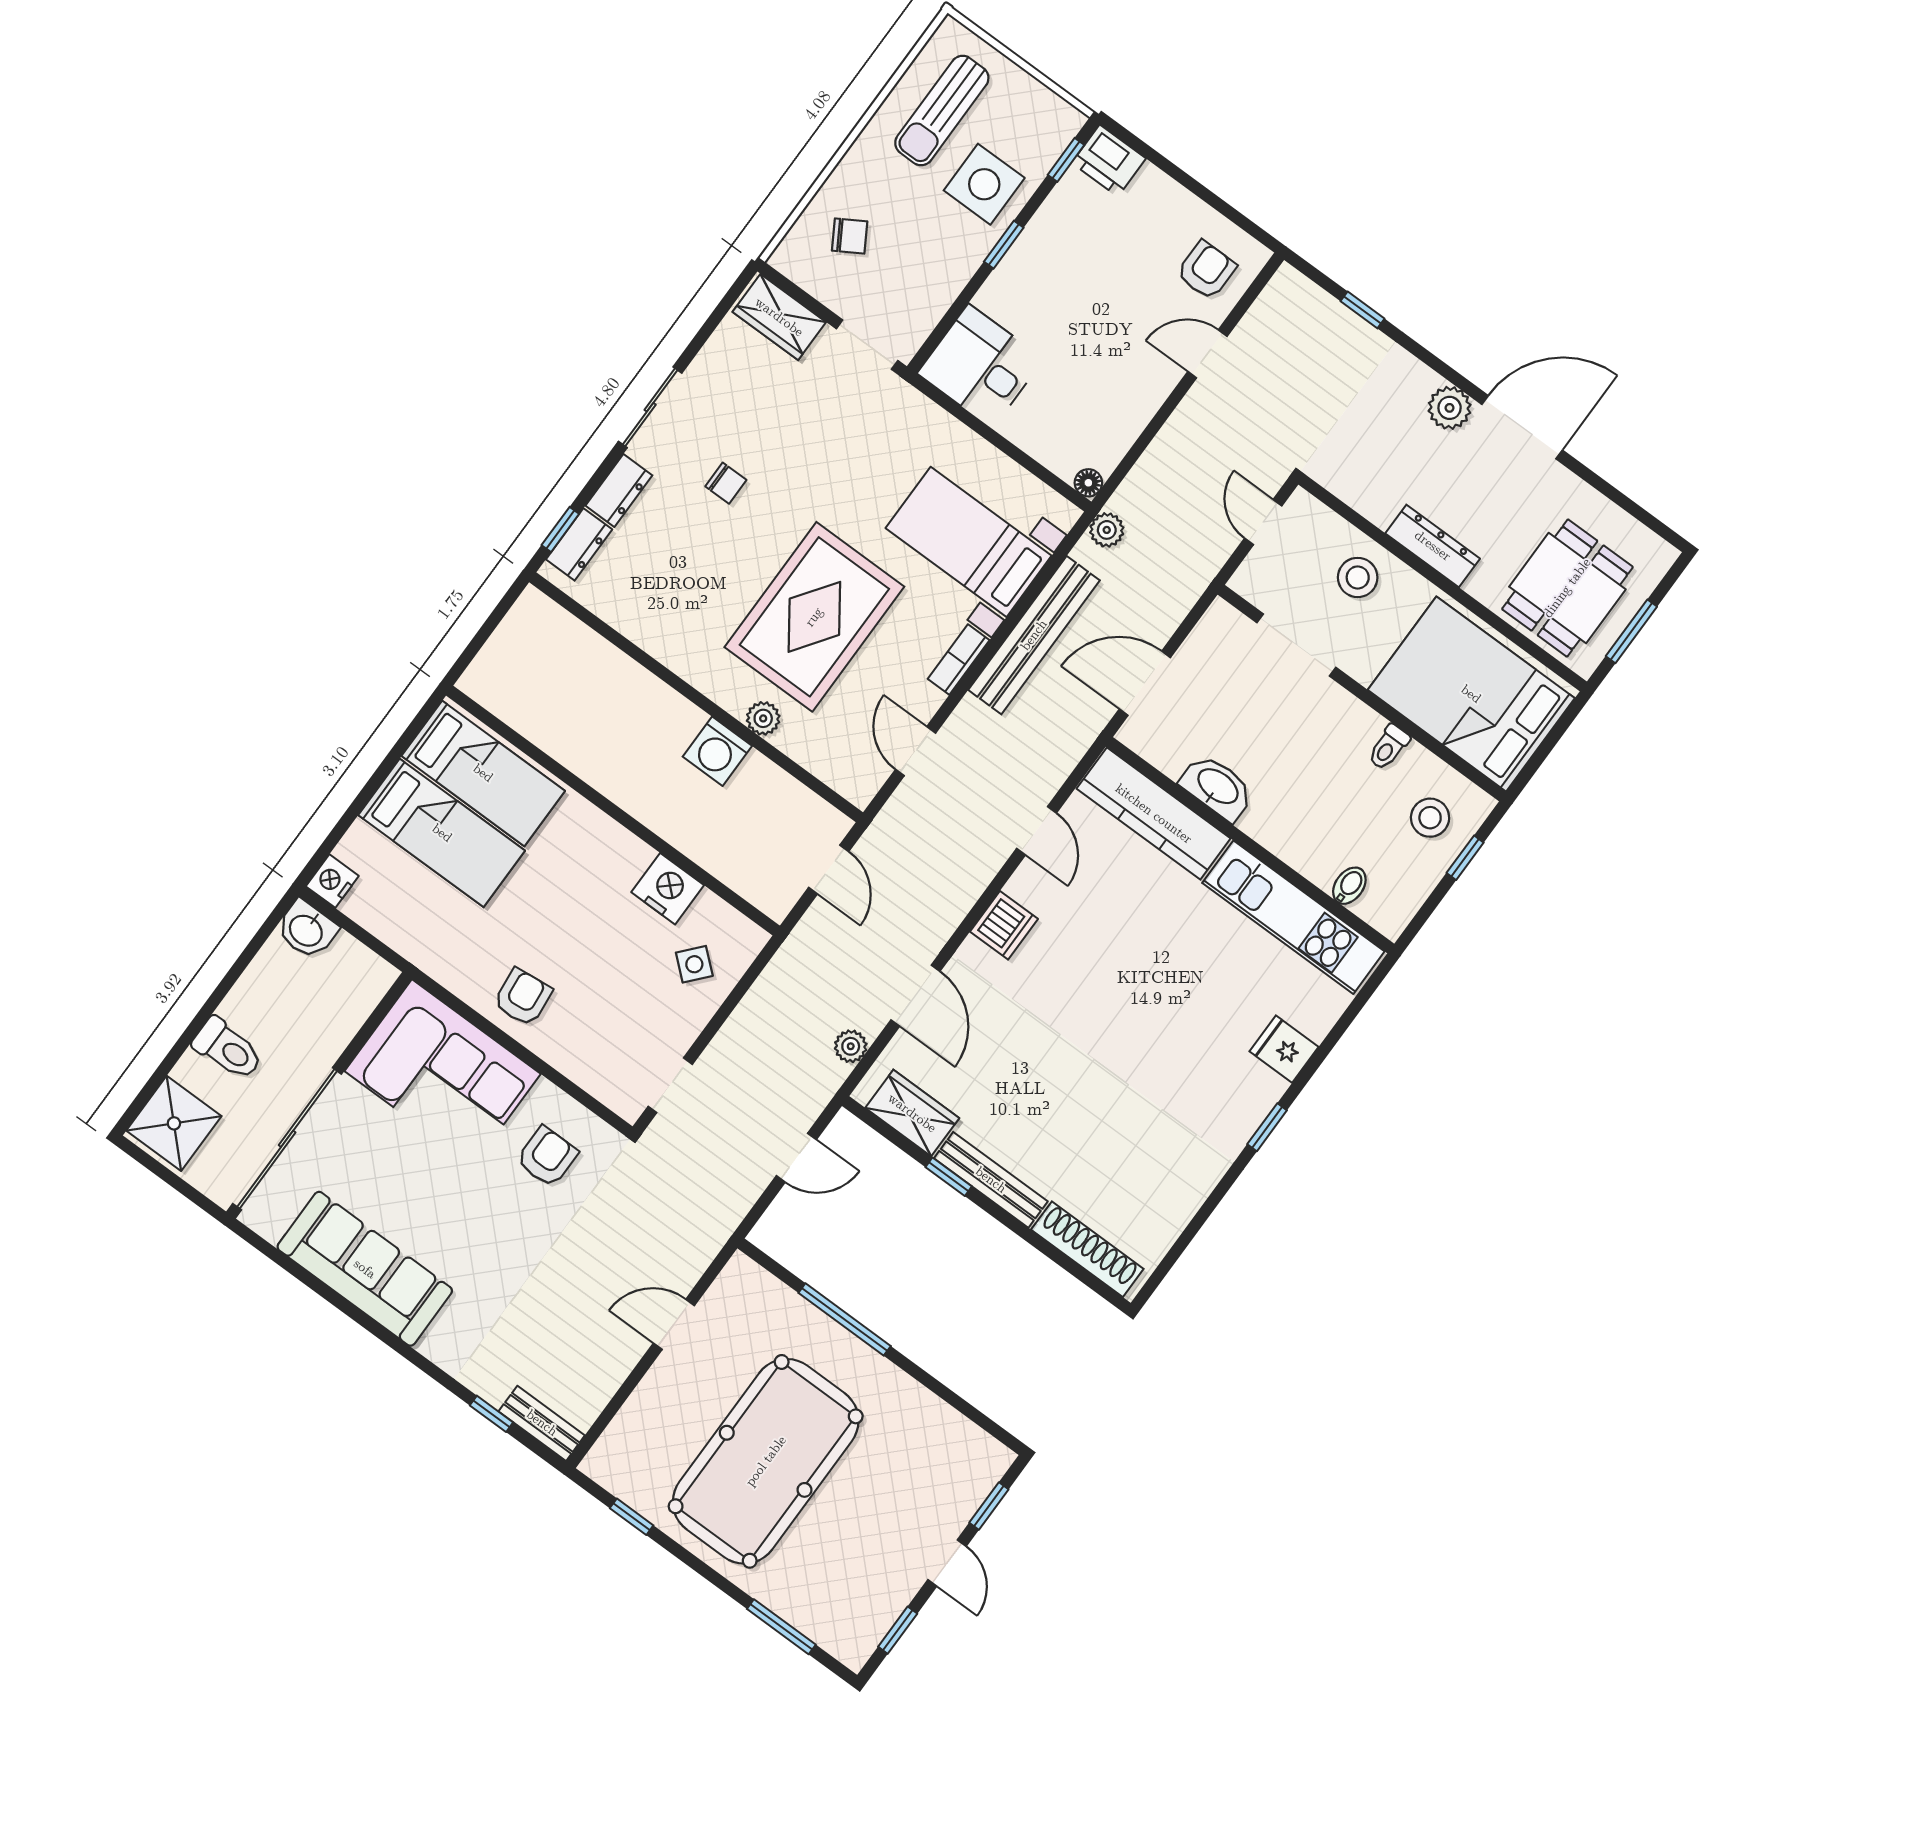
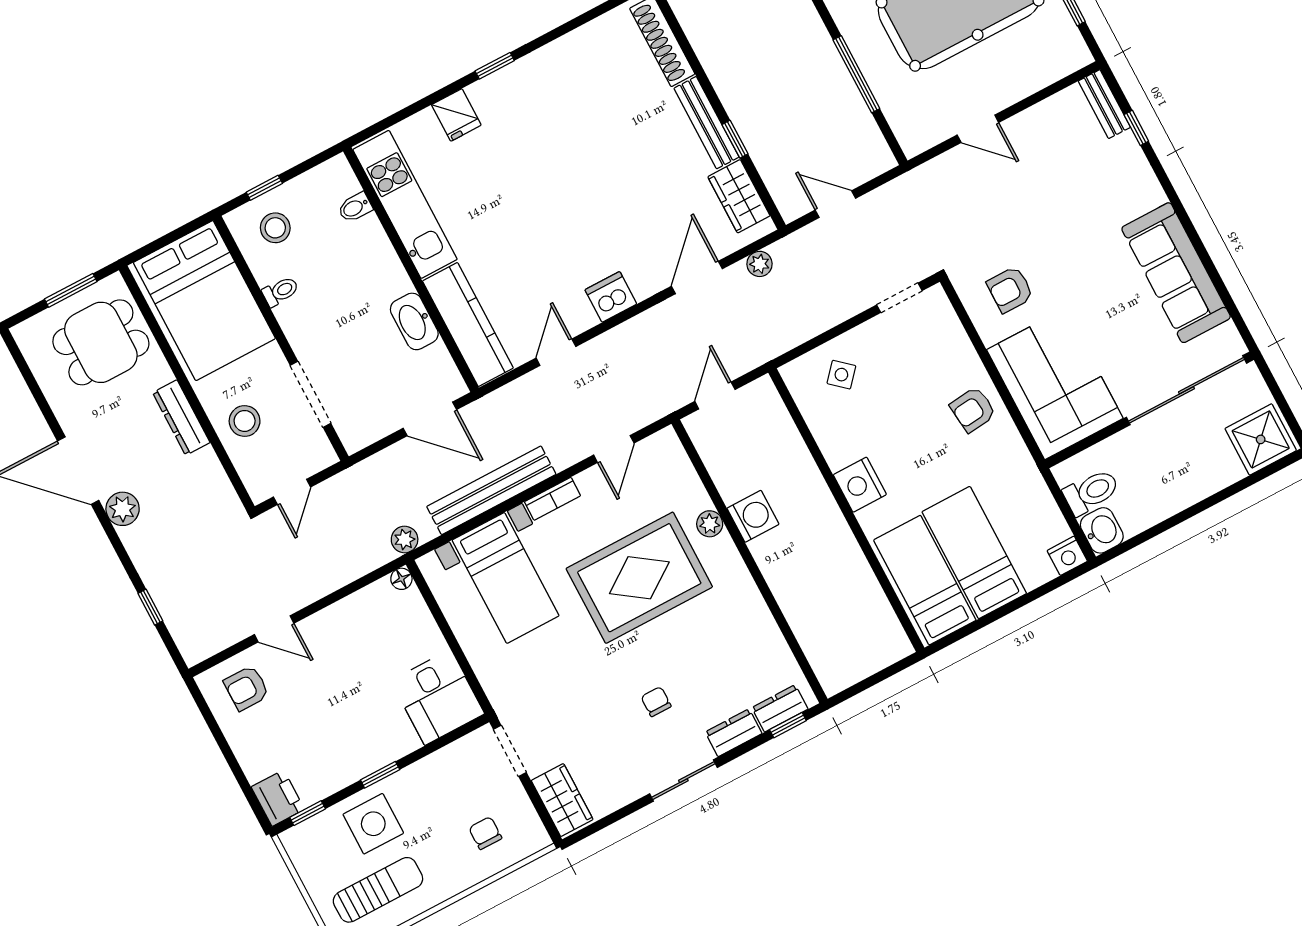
chair: (850, 236) -> (485, 833), turned 31
nightstand: (668, 889) -> (860, 485), moved
toilet: (228, 1049) -> (1091, 492), moved, turned 90

